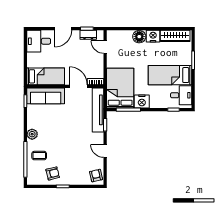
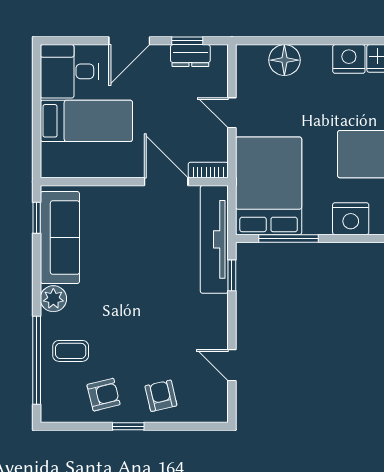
floor lamp: (139, 37) -> (284, 60), moved
door: (105, 47) -> (232, 113), moved
bed: (46, 76) -> (86, 121), moved
sofa: (46, 96) -> (60, 238), moved, turned -90
nightstand: (142, 101) -> (351, 219), moved
door: (105, 151) -> (232, 365), moved
armchair: (96, 176) -> (161, 396), moved

